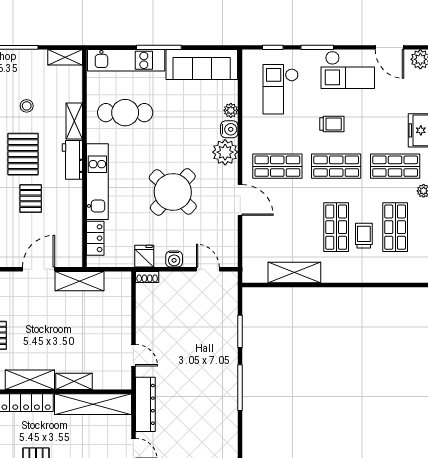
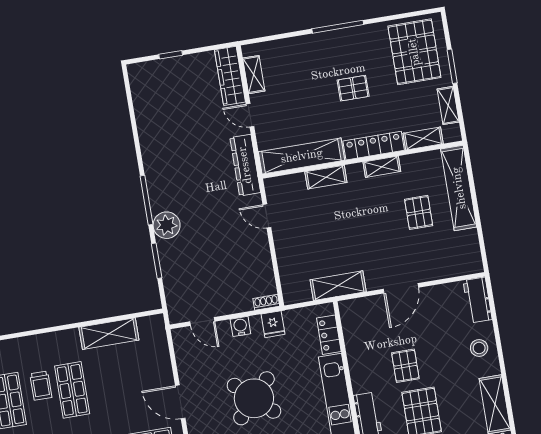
door: (39, 269) -> (401, 288), moved
plant: (226, 362) -> (167, 225), added
shelving: (30, 380) -> (382, 167), width x0.67, depth x0.75

